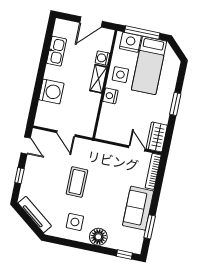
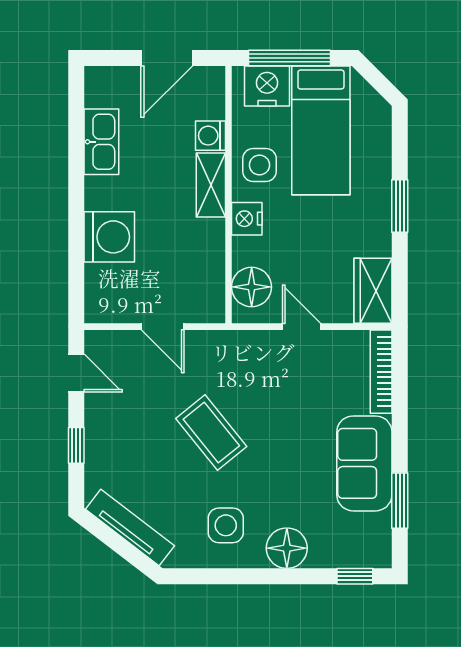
floor lamp: (106, 125) -> (252, 287), added
door: (137, 148) -> (301, 327), moved
coffee table: (77, 182) -> (211, 433), turned -39

